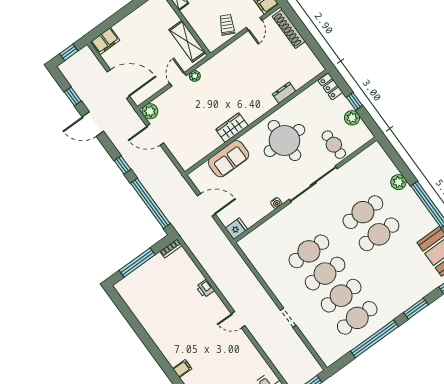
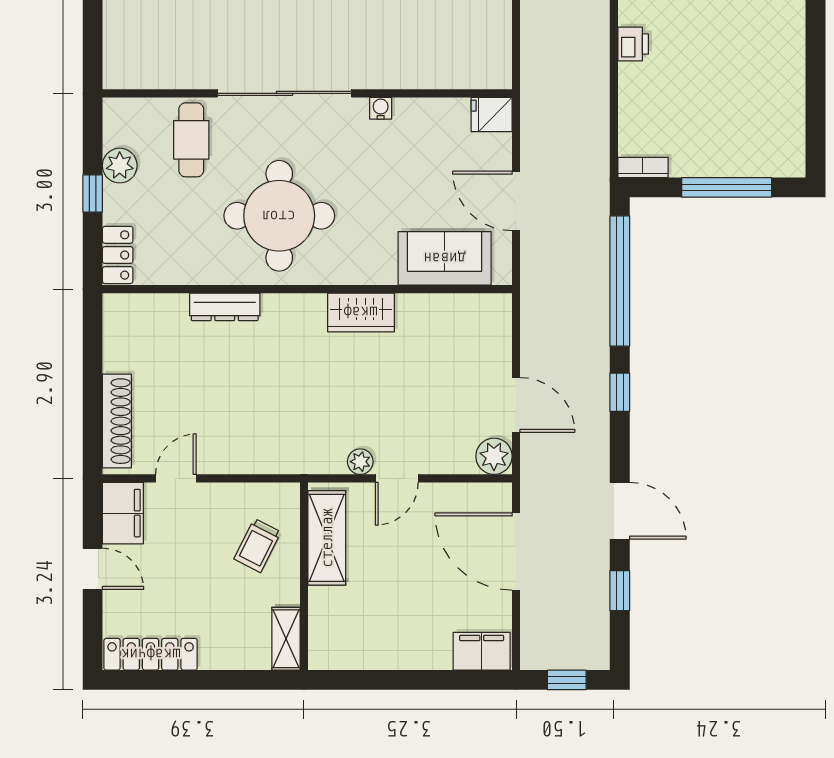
trolley: (227, 25) -> (257, 545), moved
dresser: (284, 93) -> (225, 307), width x1.44
sofa: (228, 159) -> (445, 258), moved

